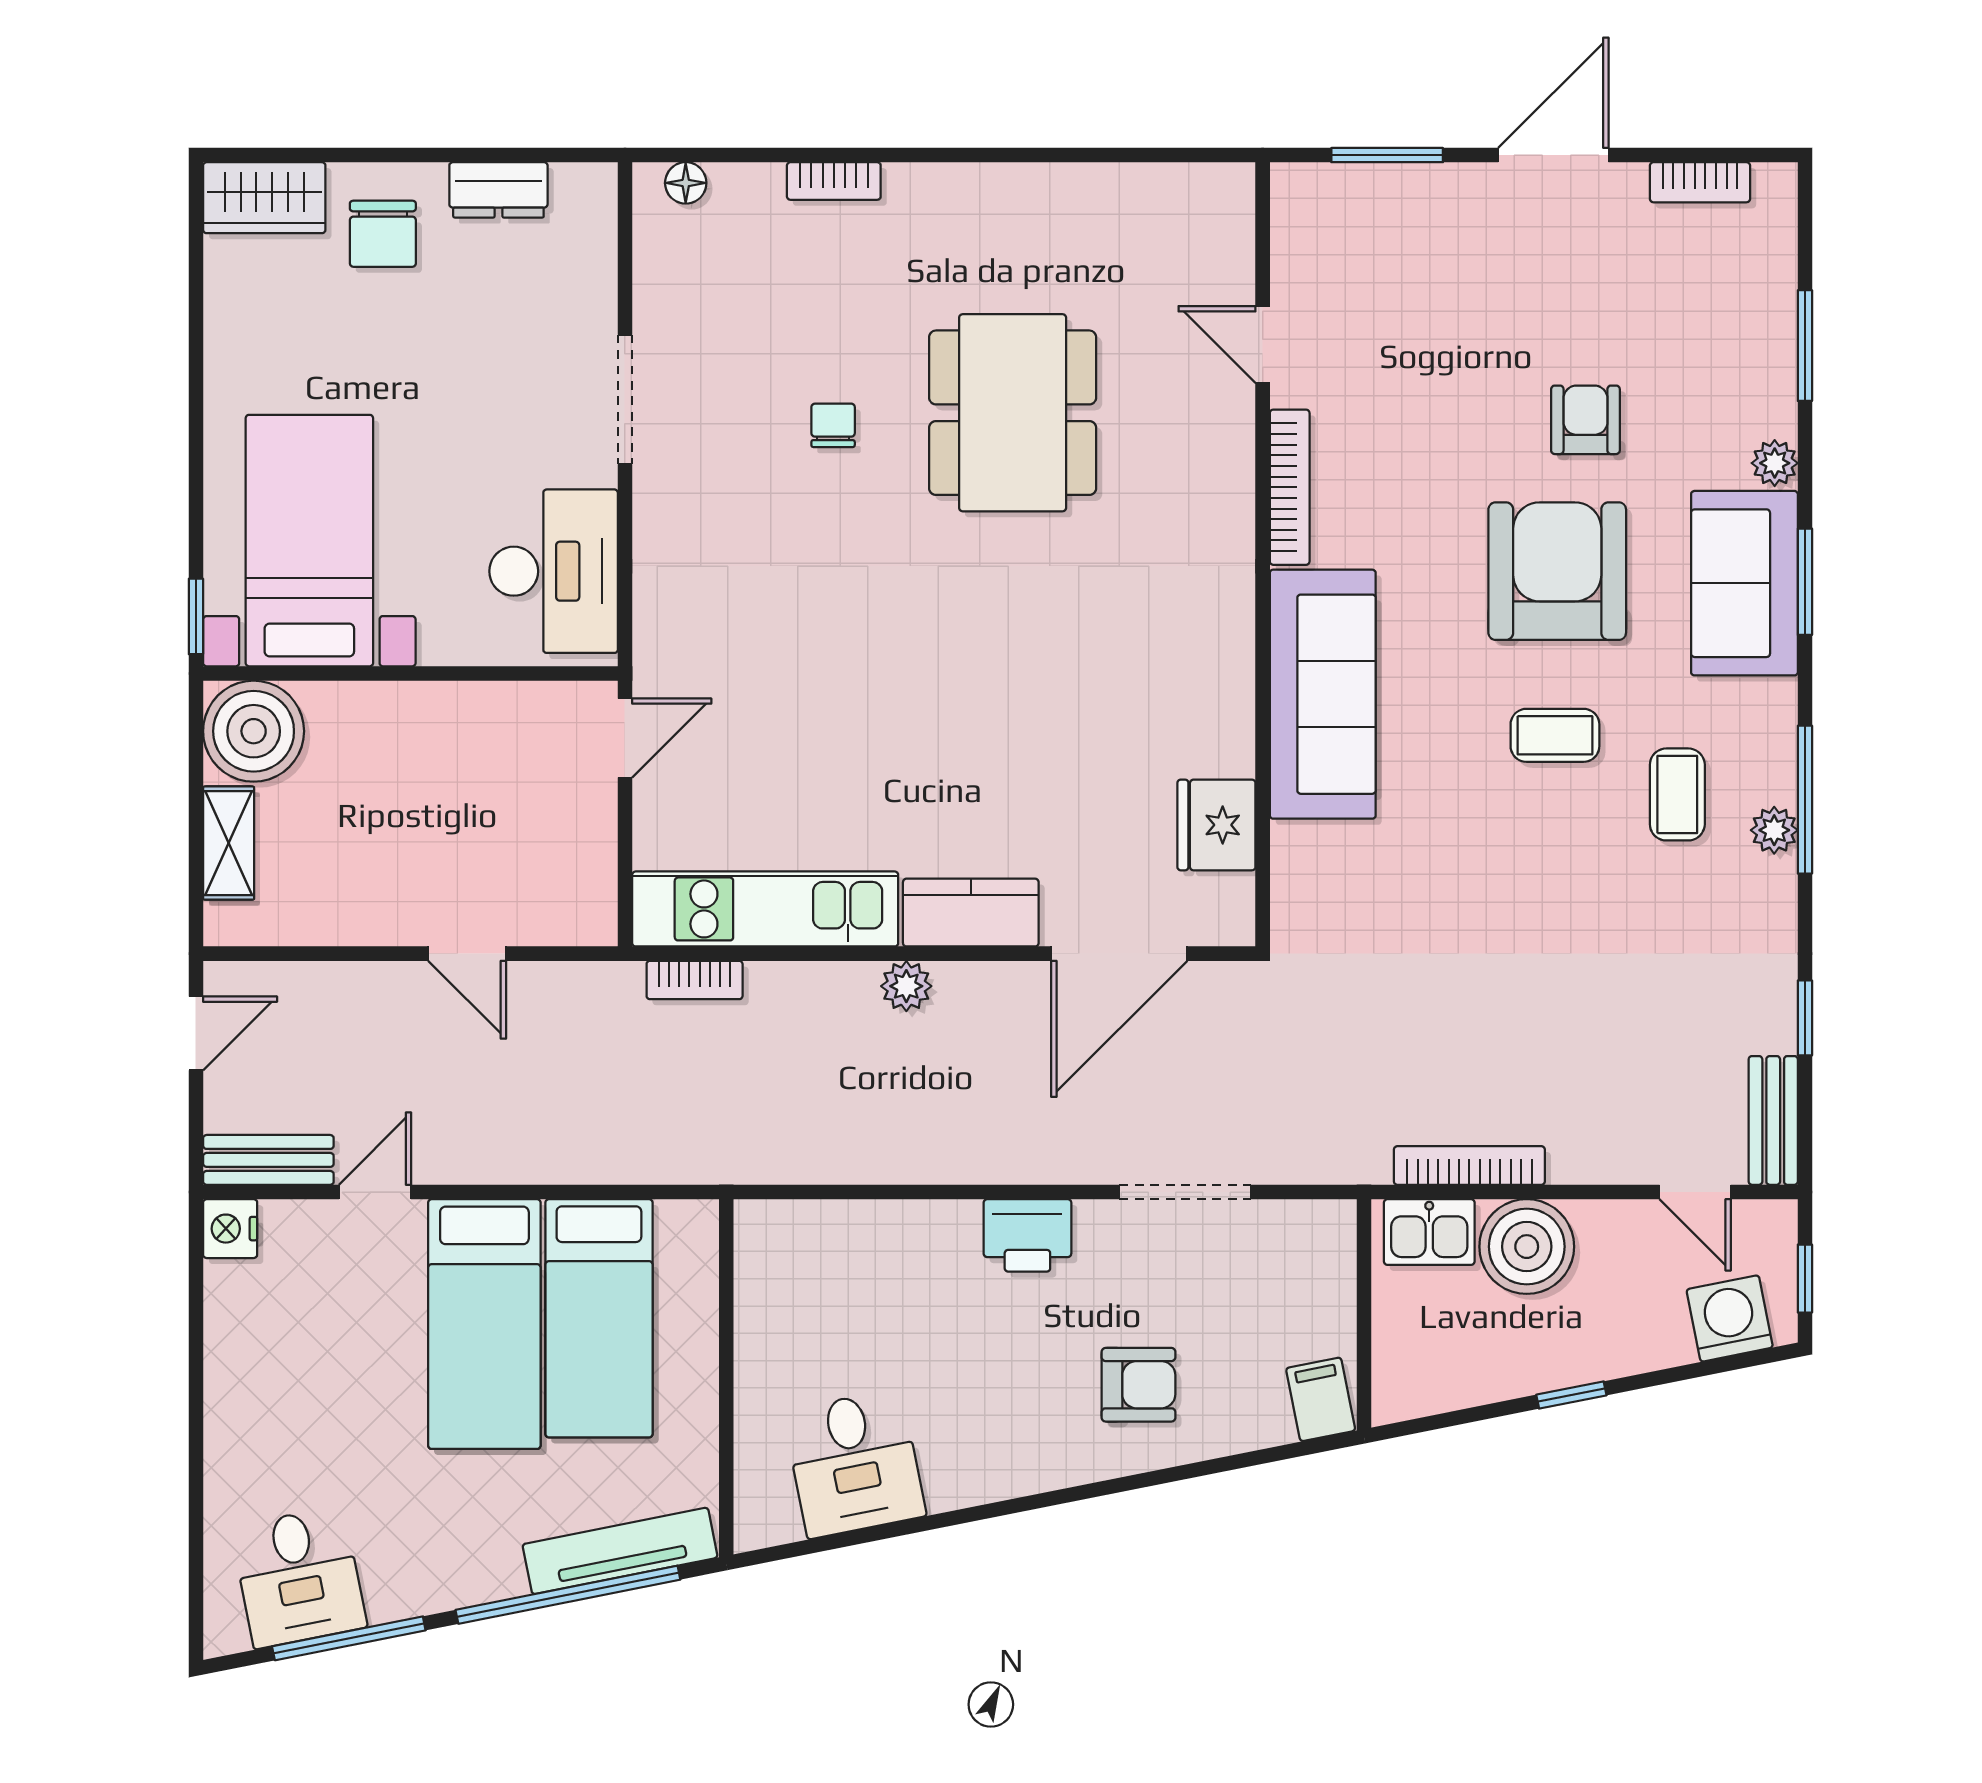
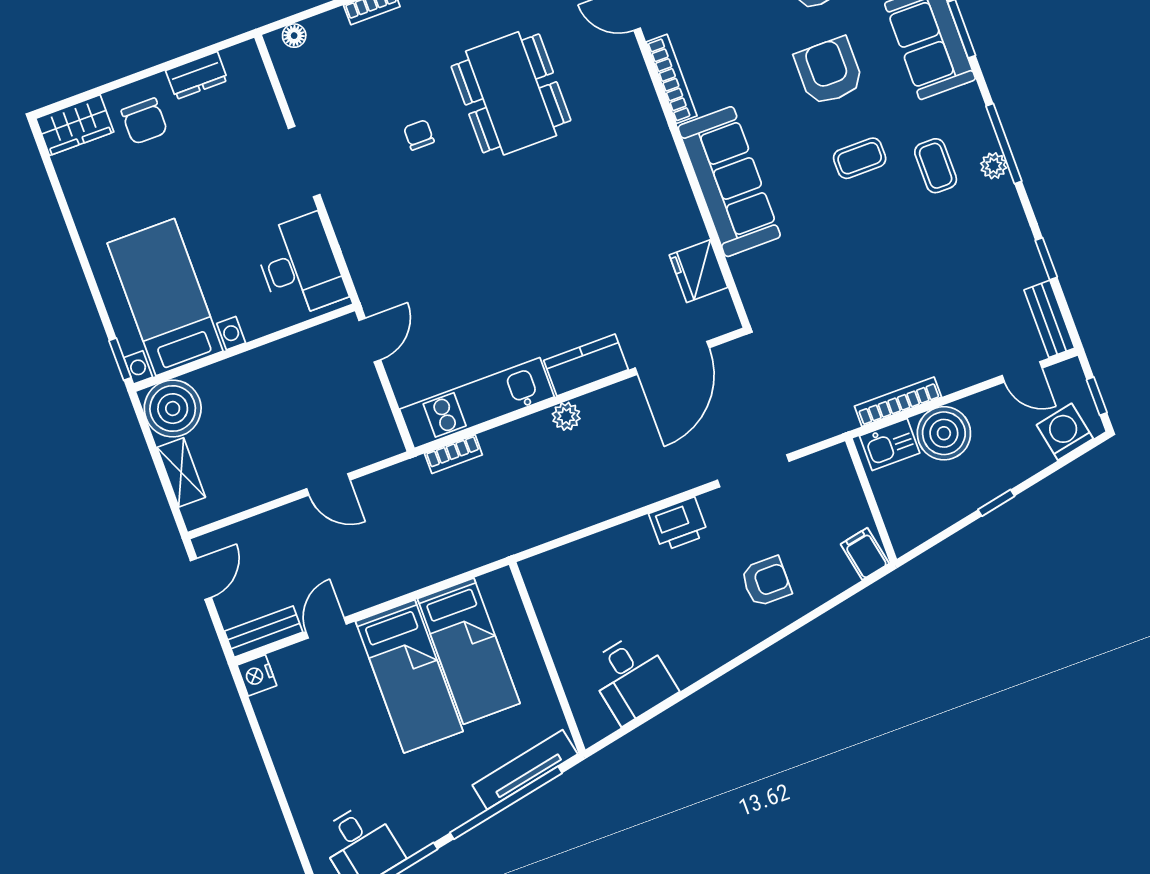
armchair: (1557, 571) -> (829, 71), width x0.73, depth x0.73

